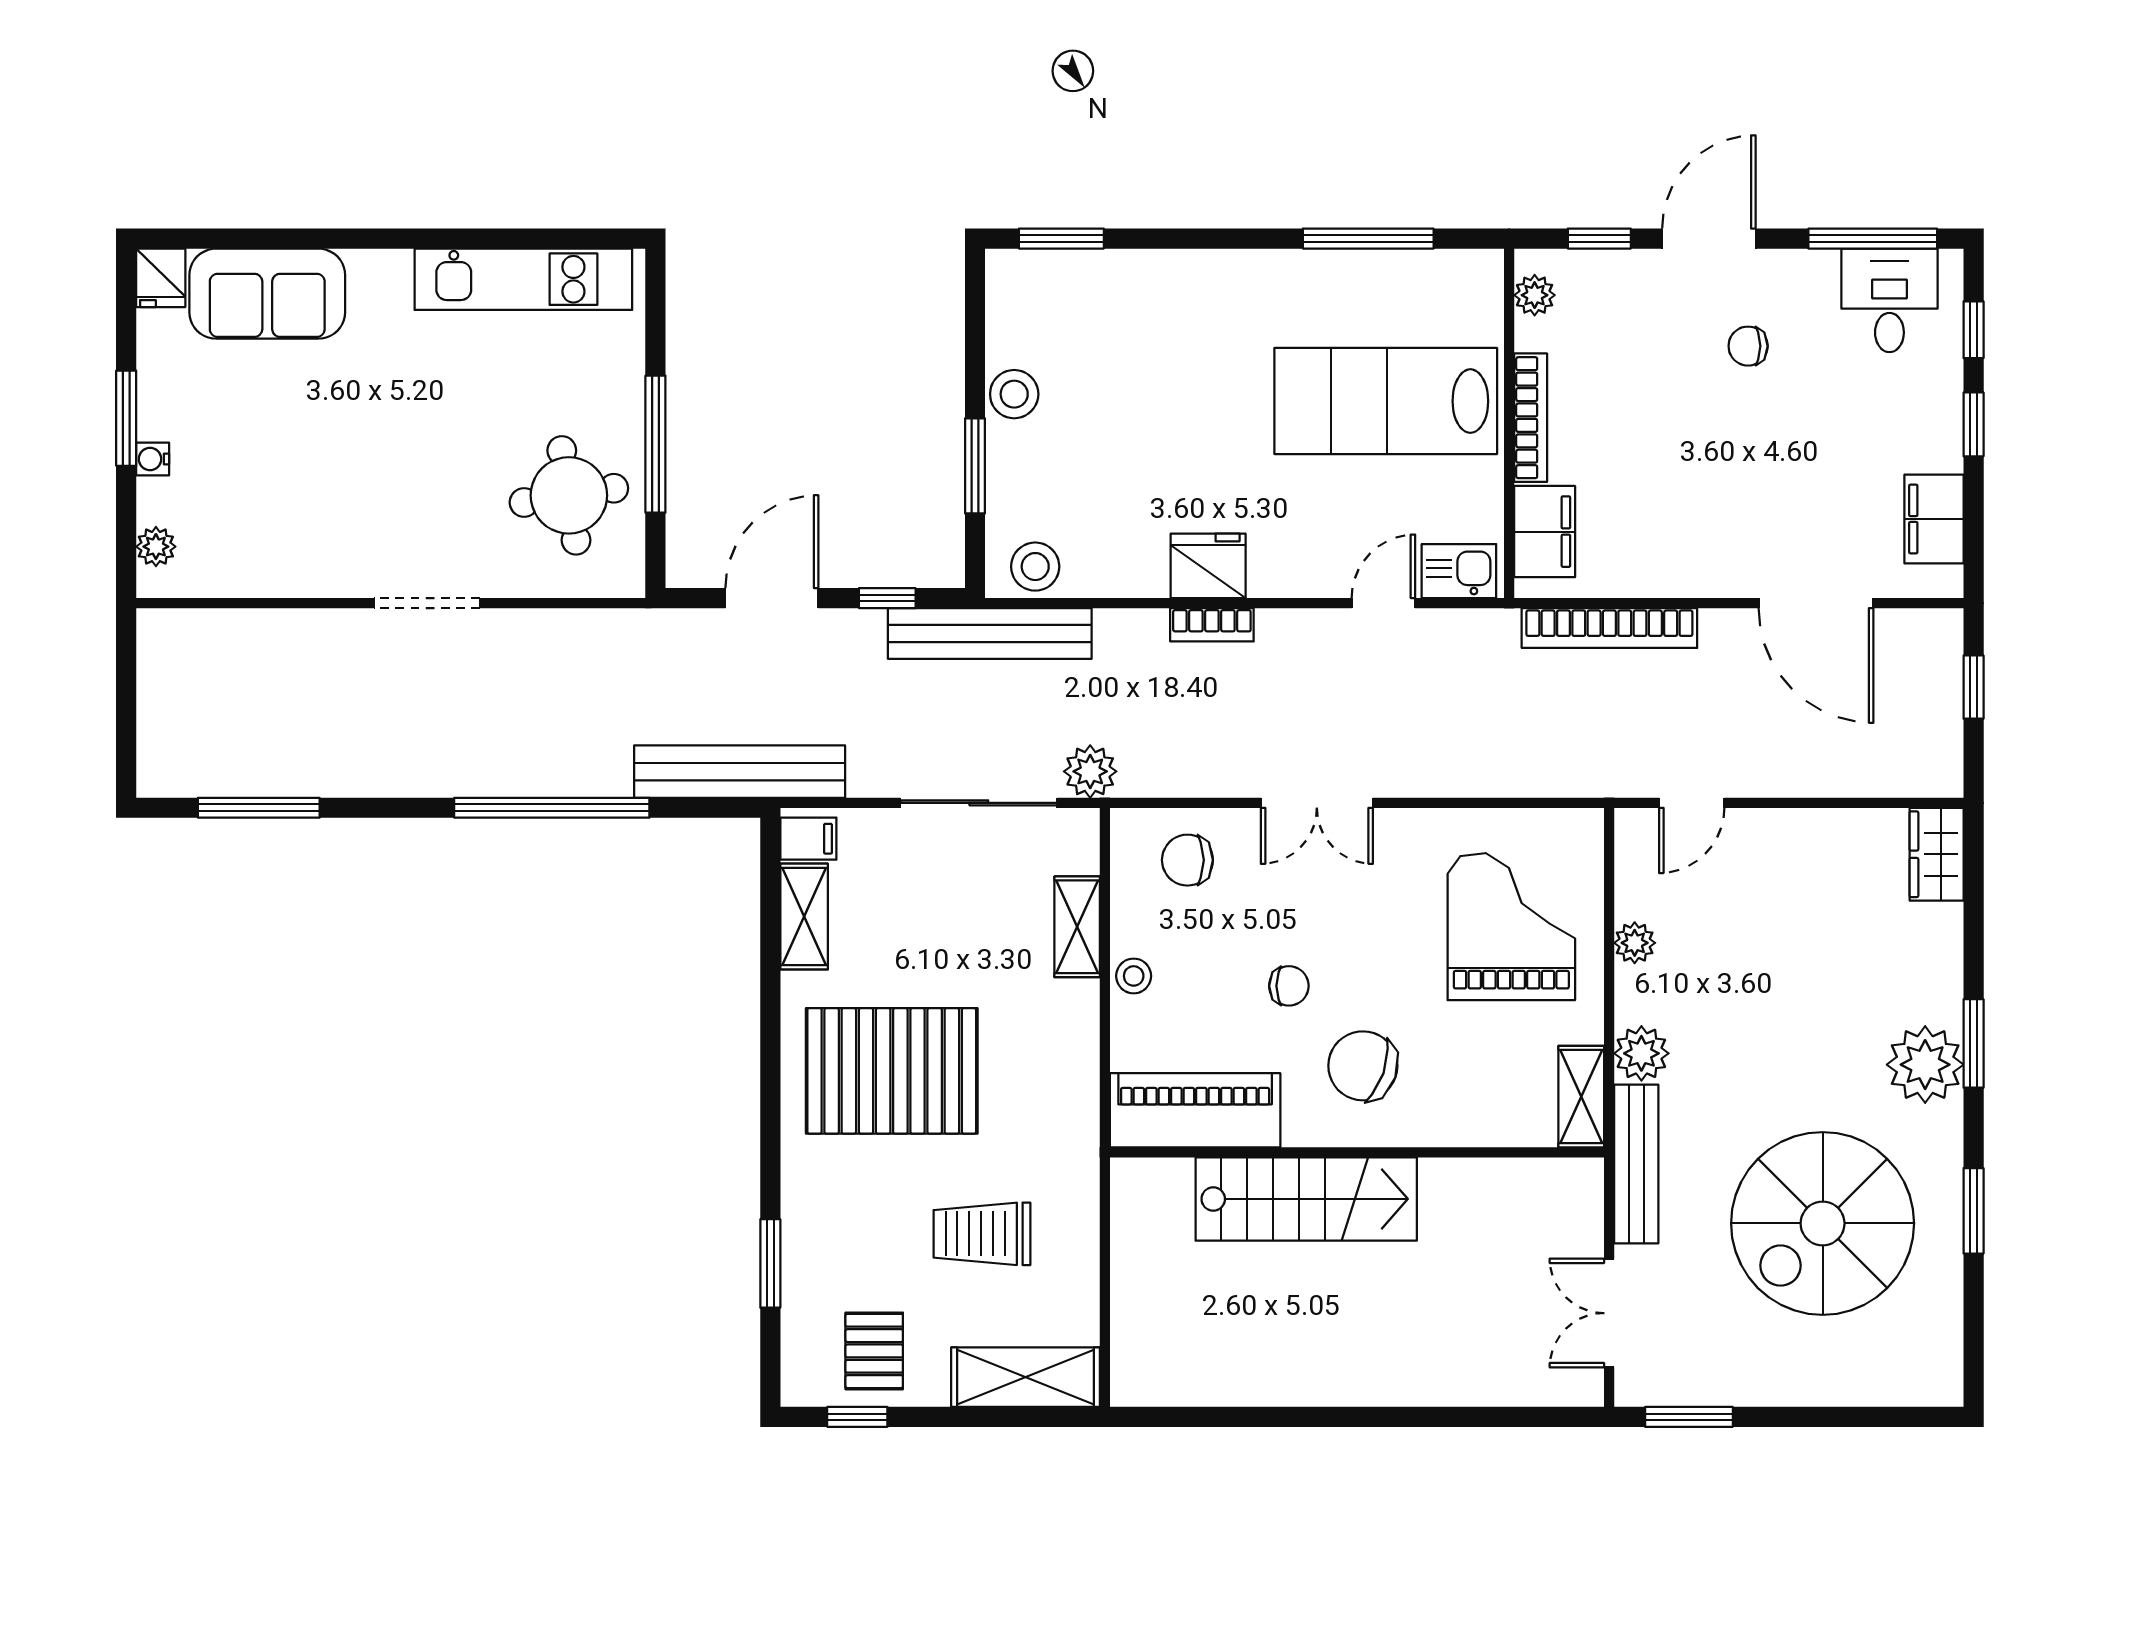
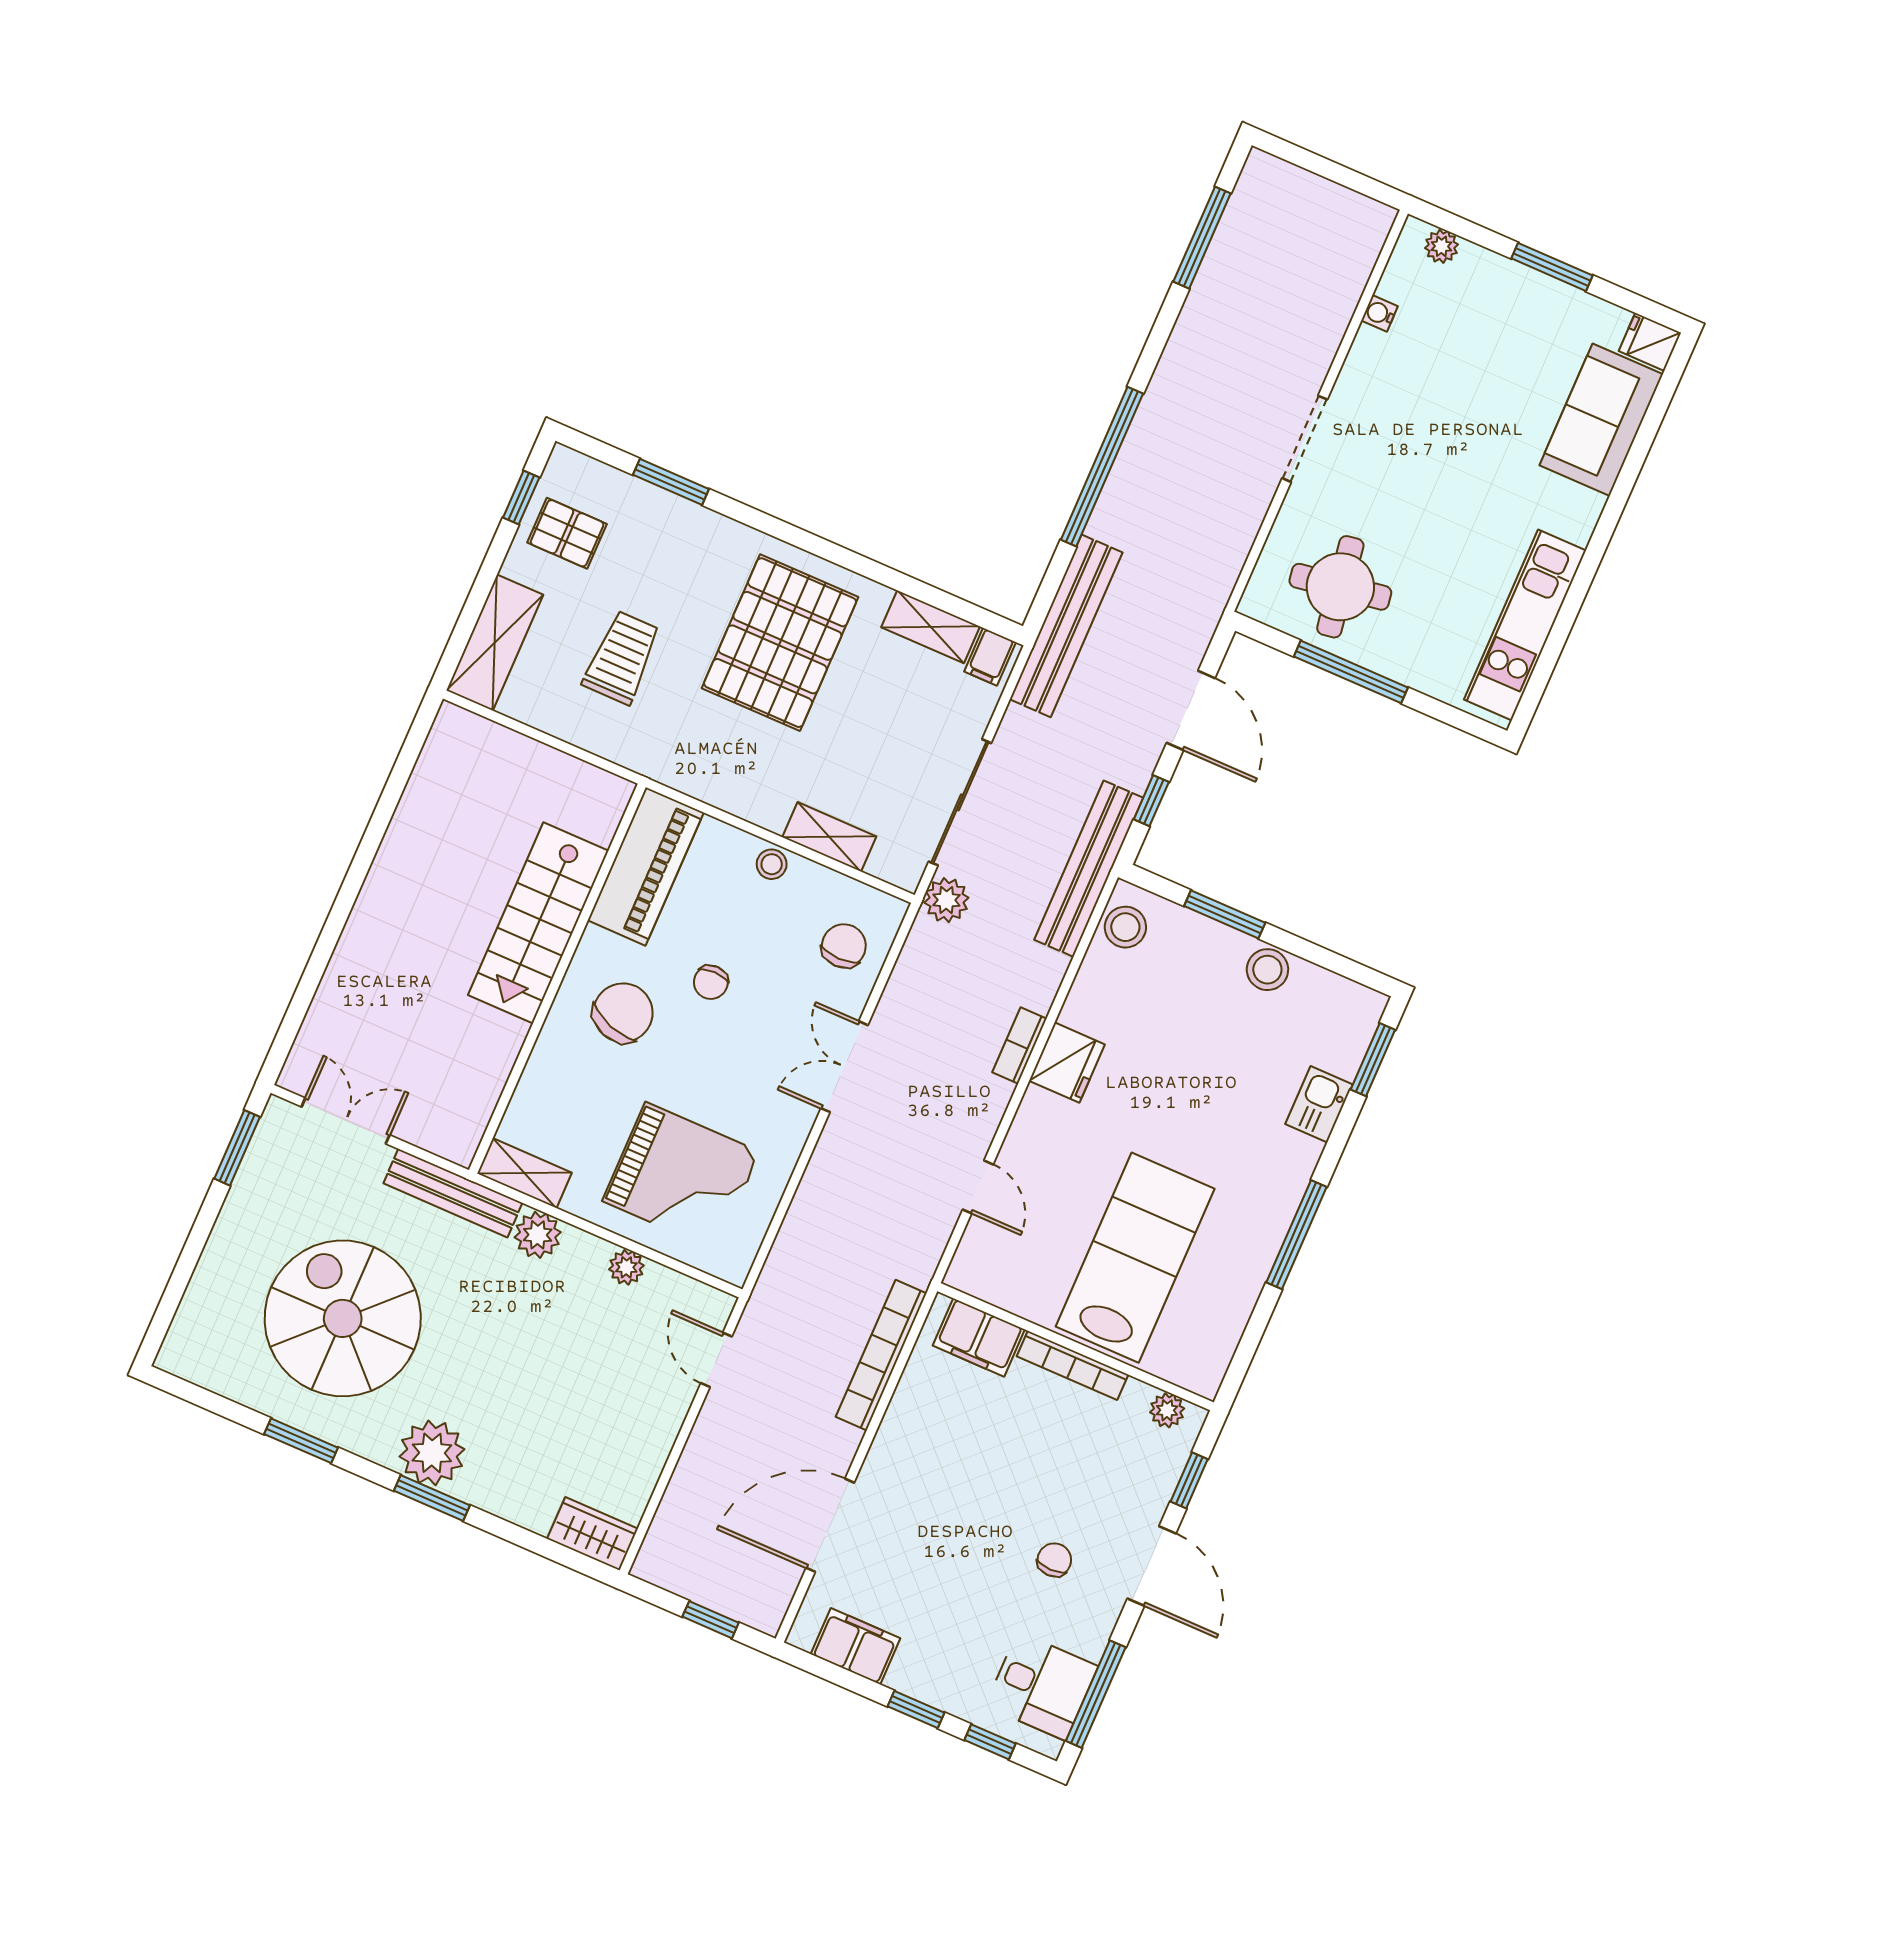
window: (1368, 239) -> (1296, 1235), moved
water cooler: (153, 459) -> (1380, 313), moved, turned -90
kitchen sink: (1459, 571) -> (1319, 1104), moved, turned 180

